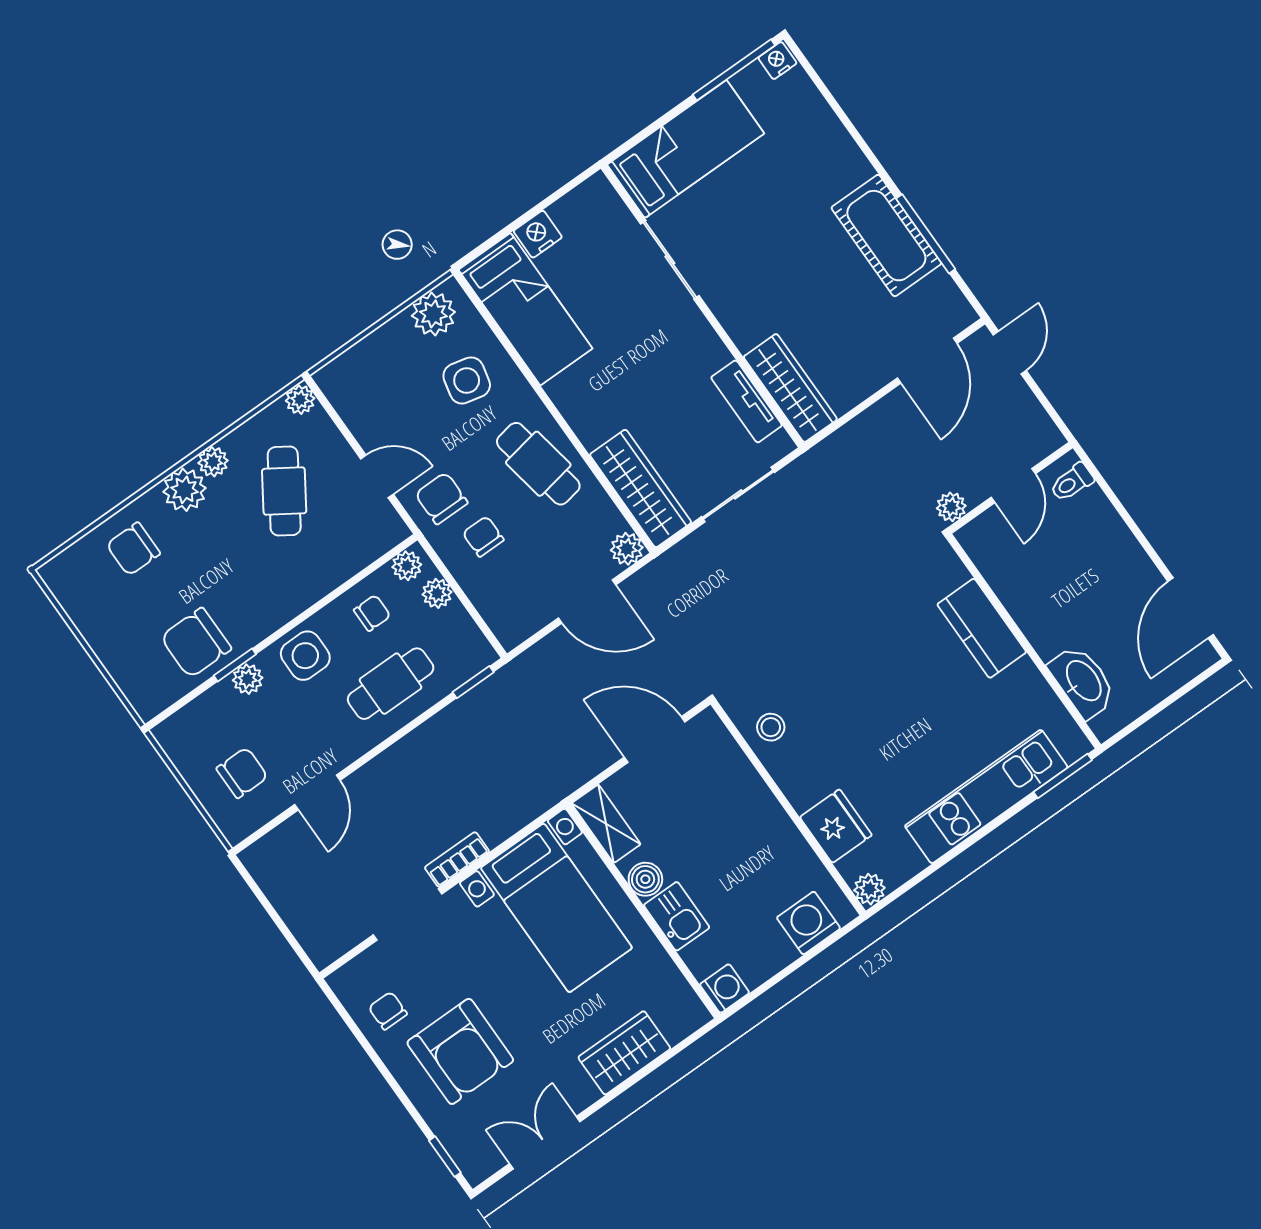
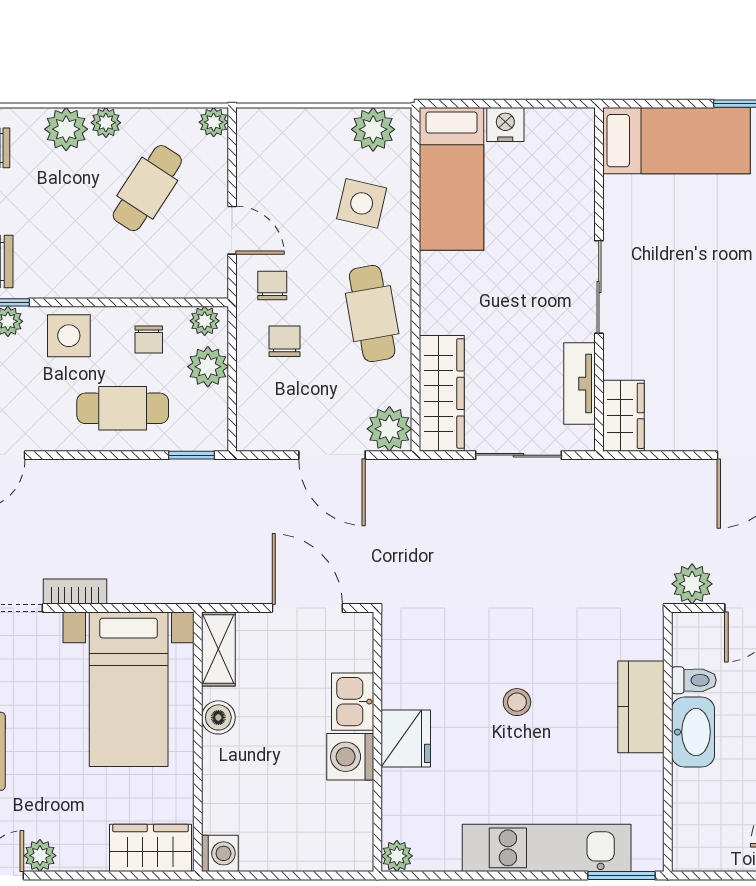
sliding door: (670, 260) -> (599, 287), moved
wardrobe: (790, 388) -> (623, 416), width x0.67
chair: (441, 498) -> (272, 286), width x0.73, depth x0.73
plant: (951, 507) -> (692, 584), width x1.38, depth x1.38
plant: (627, 549) -> (389, 429), width x1.38, depth x1.38
toilet: (1009, 576) -> (694, 680), added
plant: (437, 593) -> (208, 367), width x1.38, depth x1.38
chair: (372, 613) -> (149, 340), turned 90
washbasin: (1083, 681) -> (693, 732), moved
stool: (771, 727) -> (517, 702), moved
fridge: (836, 826) -> (406, 739), moved
kitchen sink: (677, 916) -> (353, 702), moved, turned 180
washing machine: (808, 923) -> (350, 757), moved, turned -90
wardrobe: (624, 1053) -> (150, 848), moved
plant: (580, 1093) -> (40, 856), added

